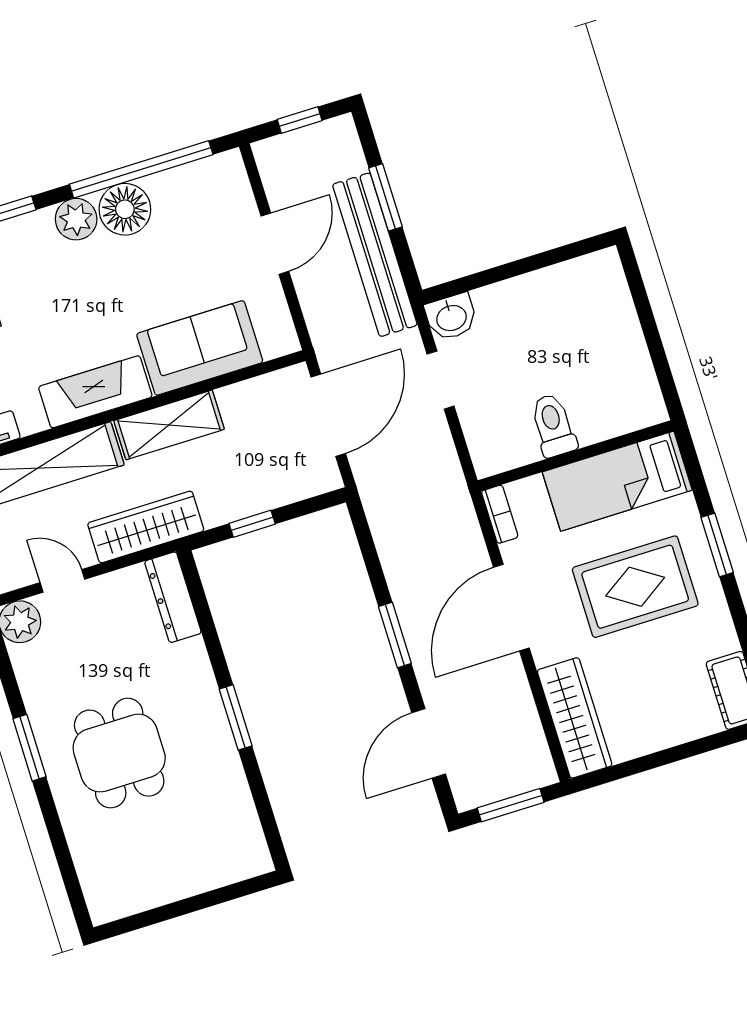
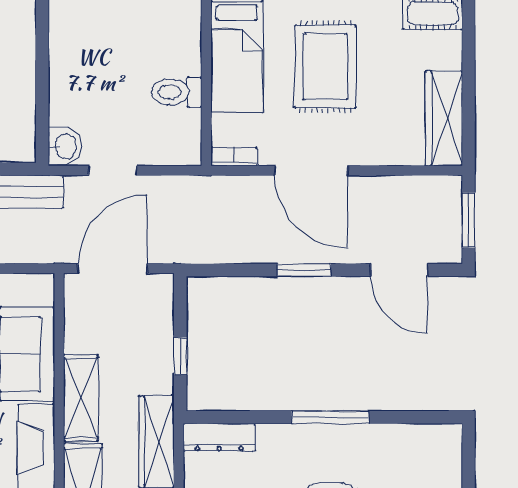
door: (328, 415) -> (113, 269), hinge flipped
window: (236, 717) -> (330, 417), width x1.44
wardrobe: (575, 718) -> (444, 118), moved, turned -90

